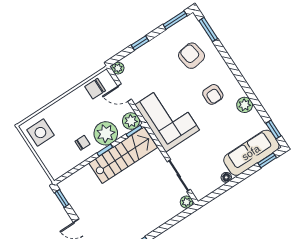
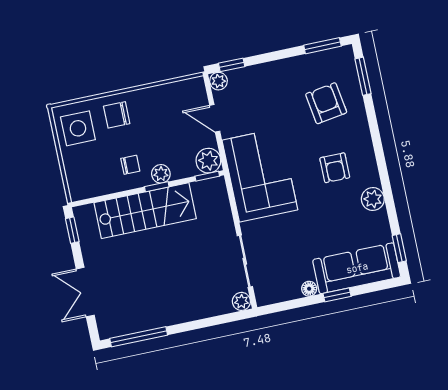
window: (140, 43) -> (232, 65), moved
chair: (95, 89) -> (117, 115), moved
plant: (106, 133) -> (161, 174), width x0.53, depth x0.53
stairs: (123, 155) -> (145, 211), moved
window: (267, 160) -> (337, 295), moved

